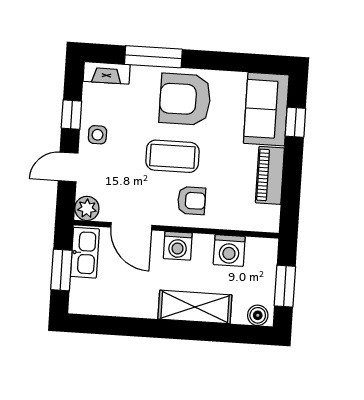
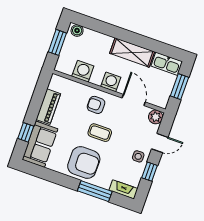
coffee table: (172, 156) -> (100, 133), width x0.73, depth x0.77
kitchen sink: (85, 253) -> (167, 64), moved, turned -90
shelving: (195, 307) -> (132, 53), moved

